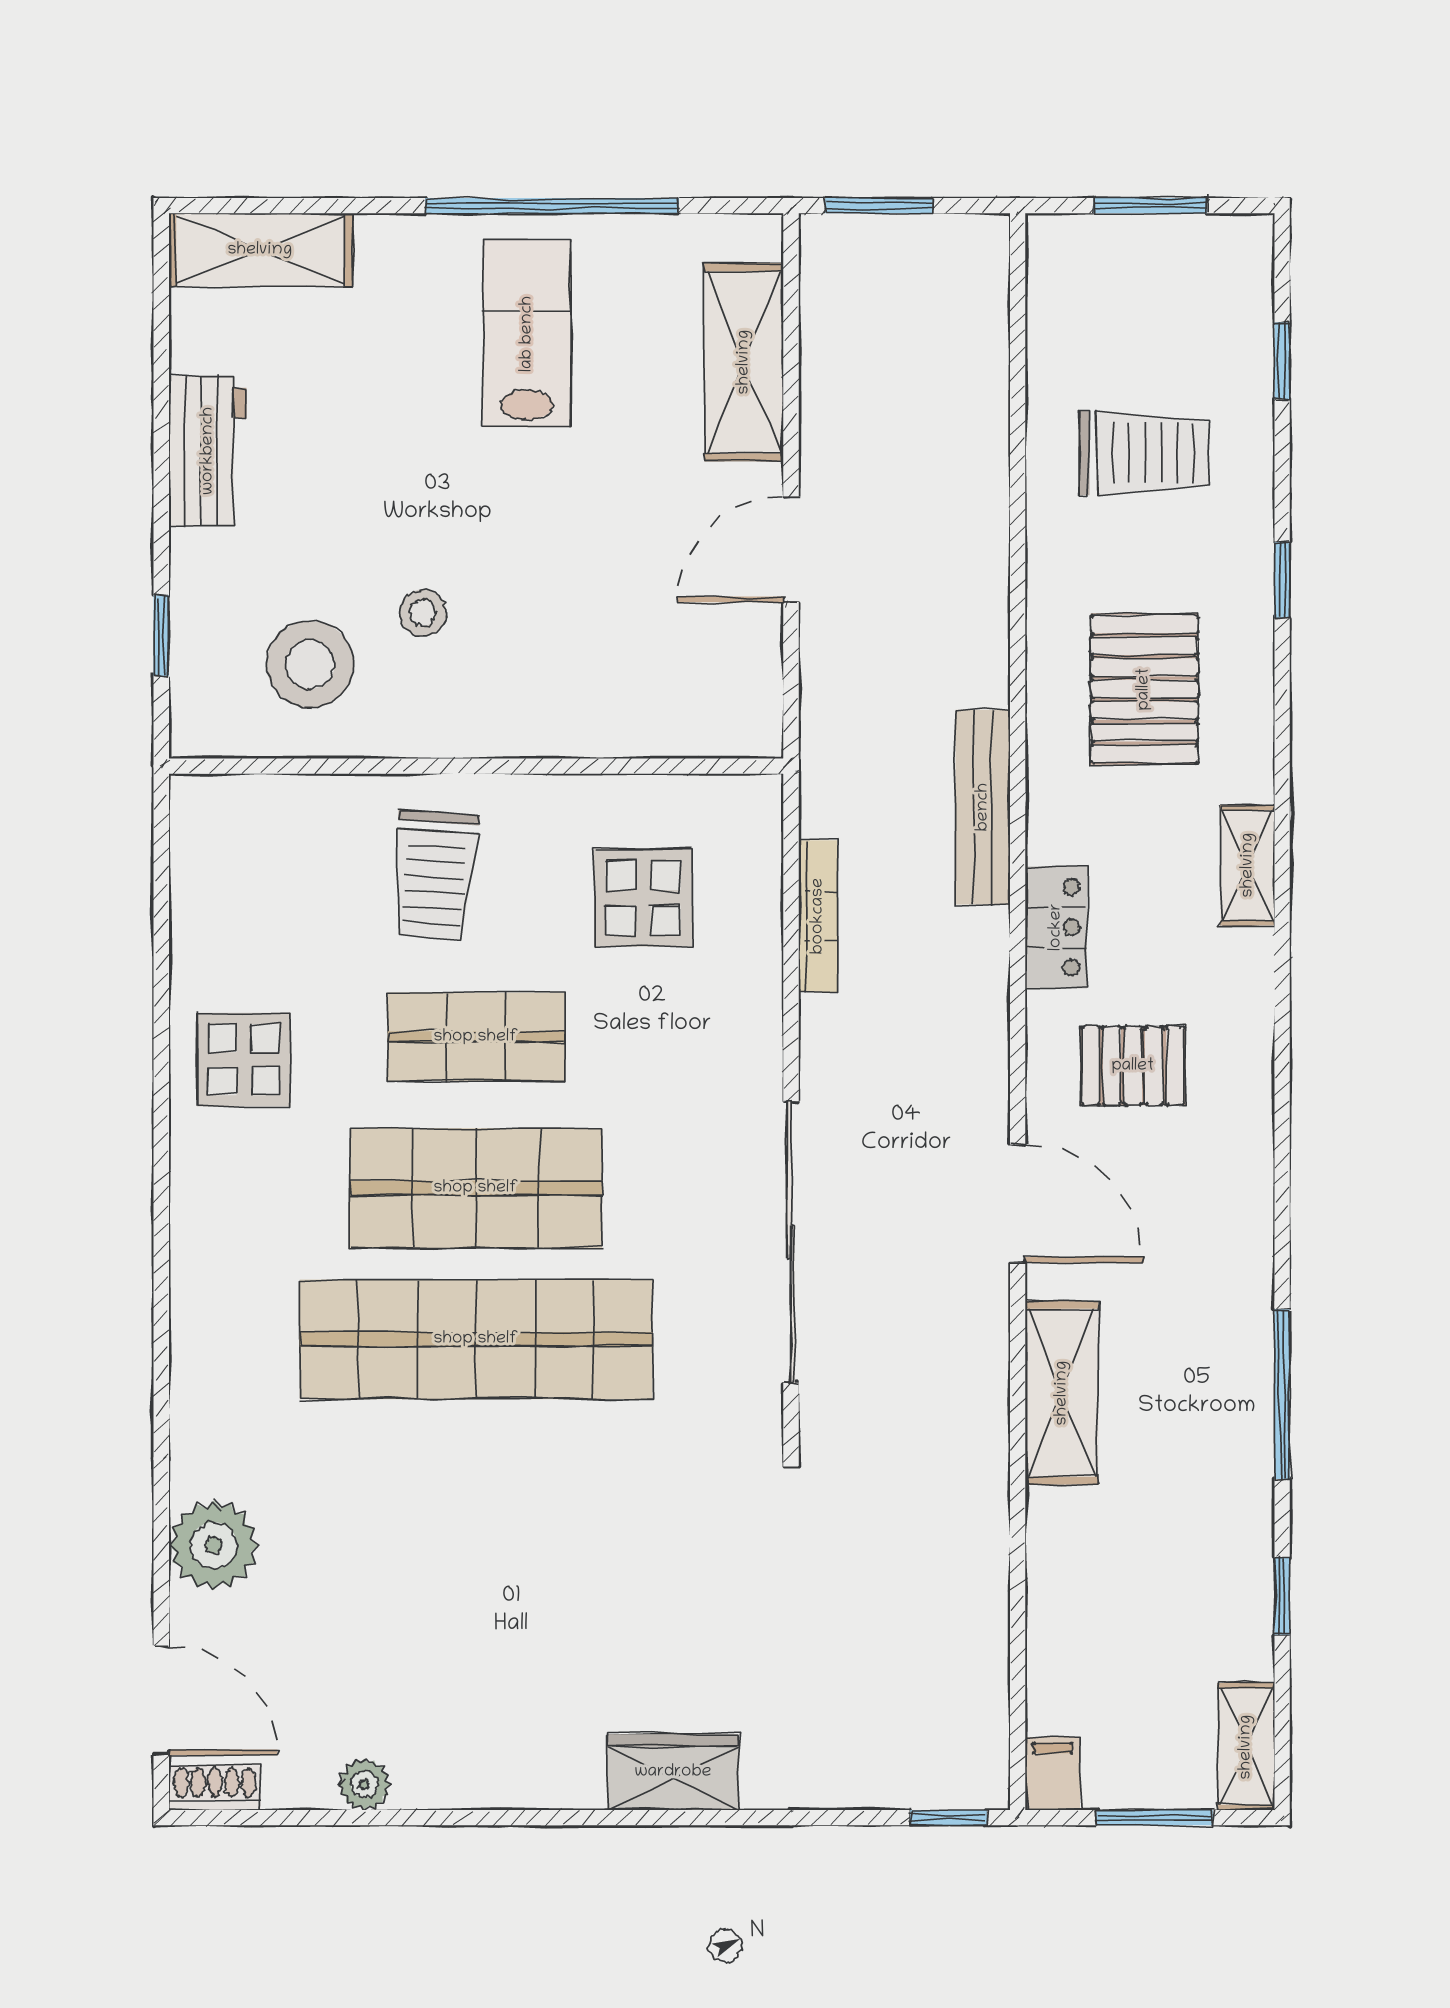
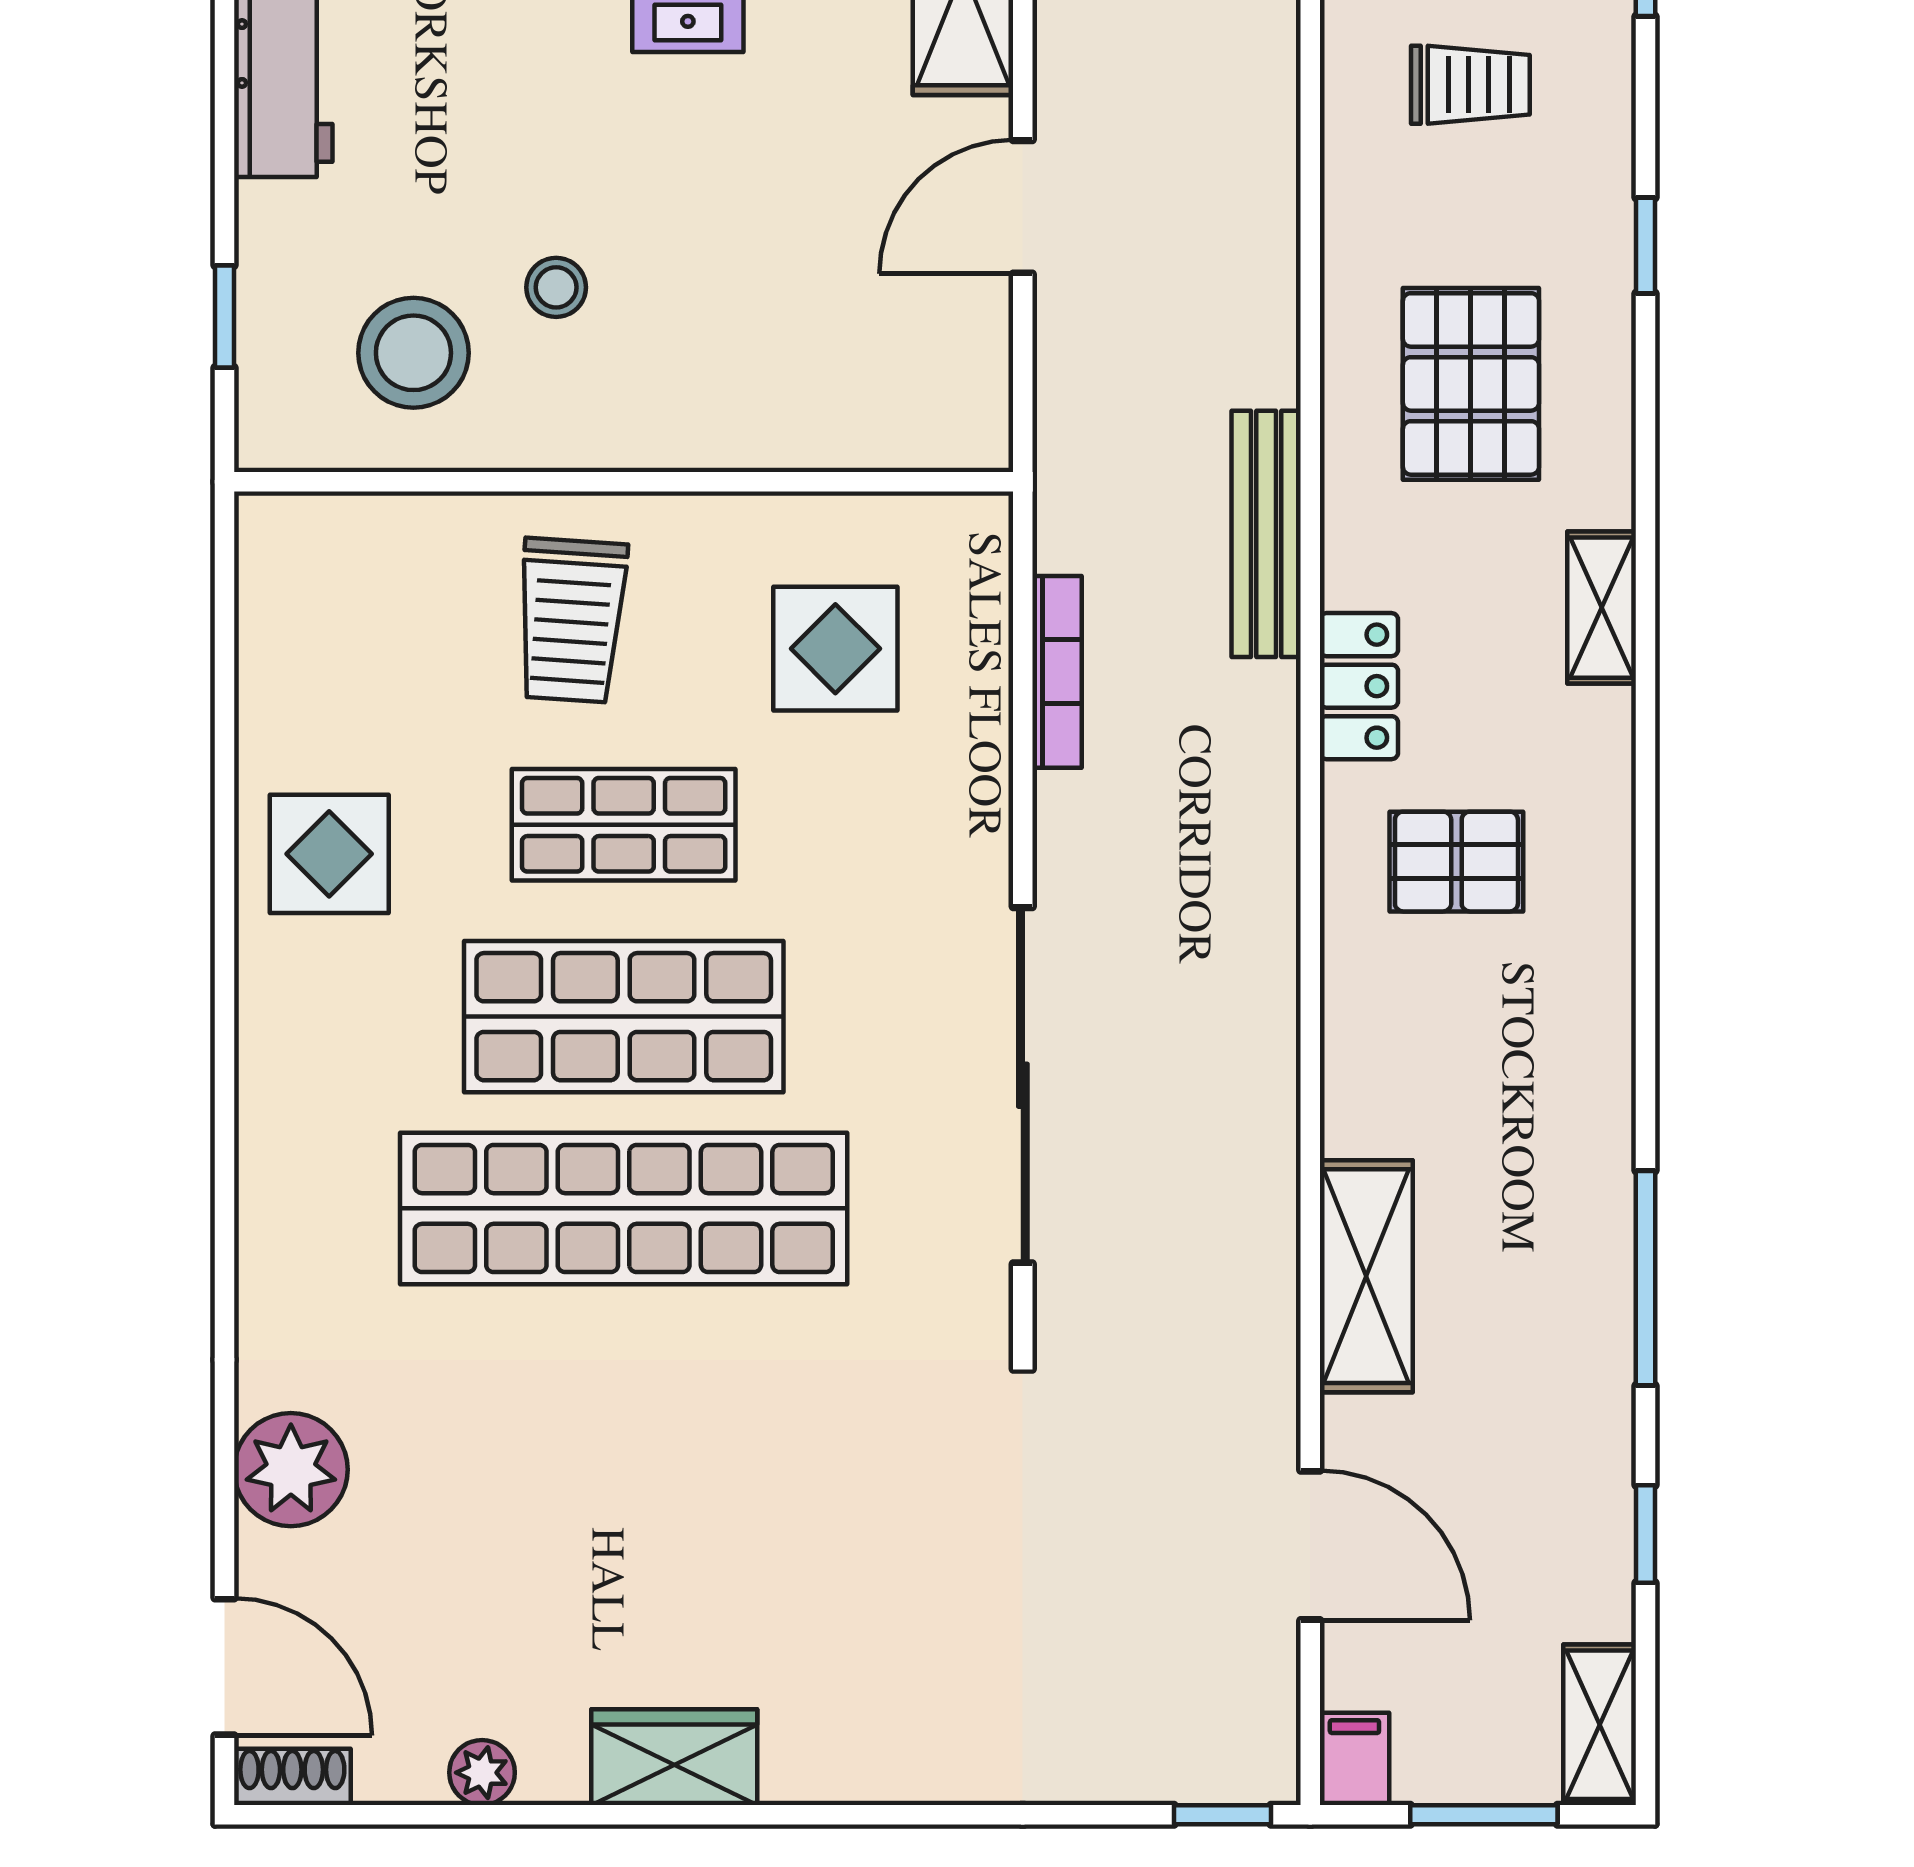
trolley: (1144, 453) -> (1470, 85), width x0.73, depth x0.72
door: (1018, 1204) -> (1310, 1545), moved
wardrobe: (673, 1772) -> (674, 1757), moved

